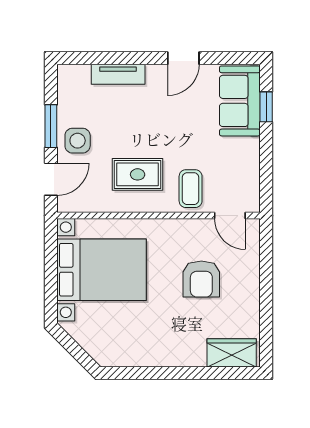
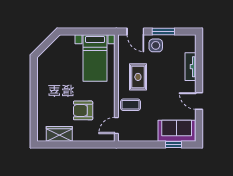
bed with nightstands: (101, 270) -> (95, 58), width x0.73
wardrobe: (232, 353) -> (59, 134), moved, turned -90

